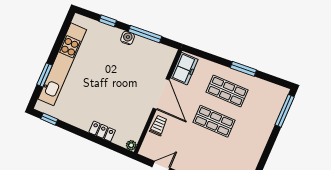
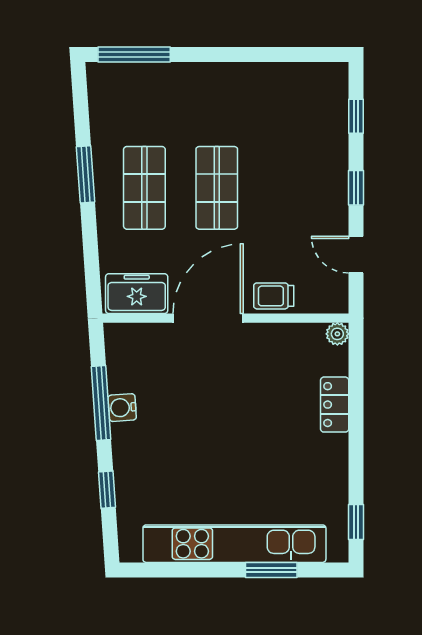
water cooler: (128, 38) -> (122, 408), moved

